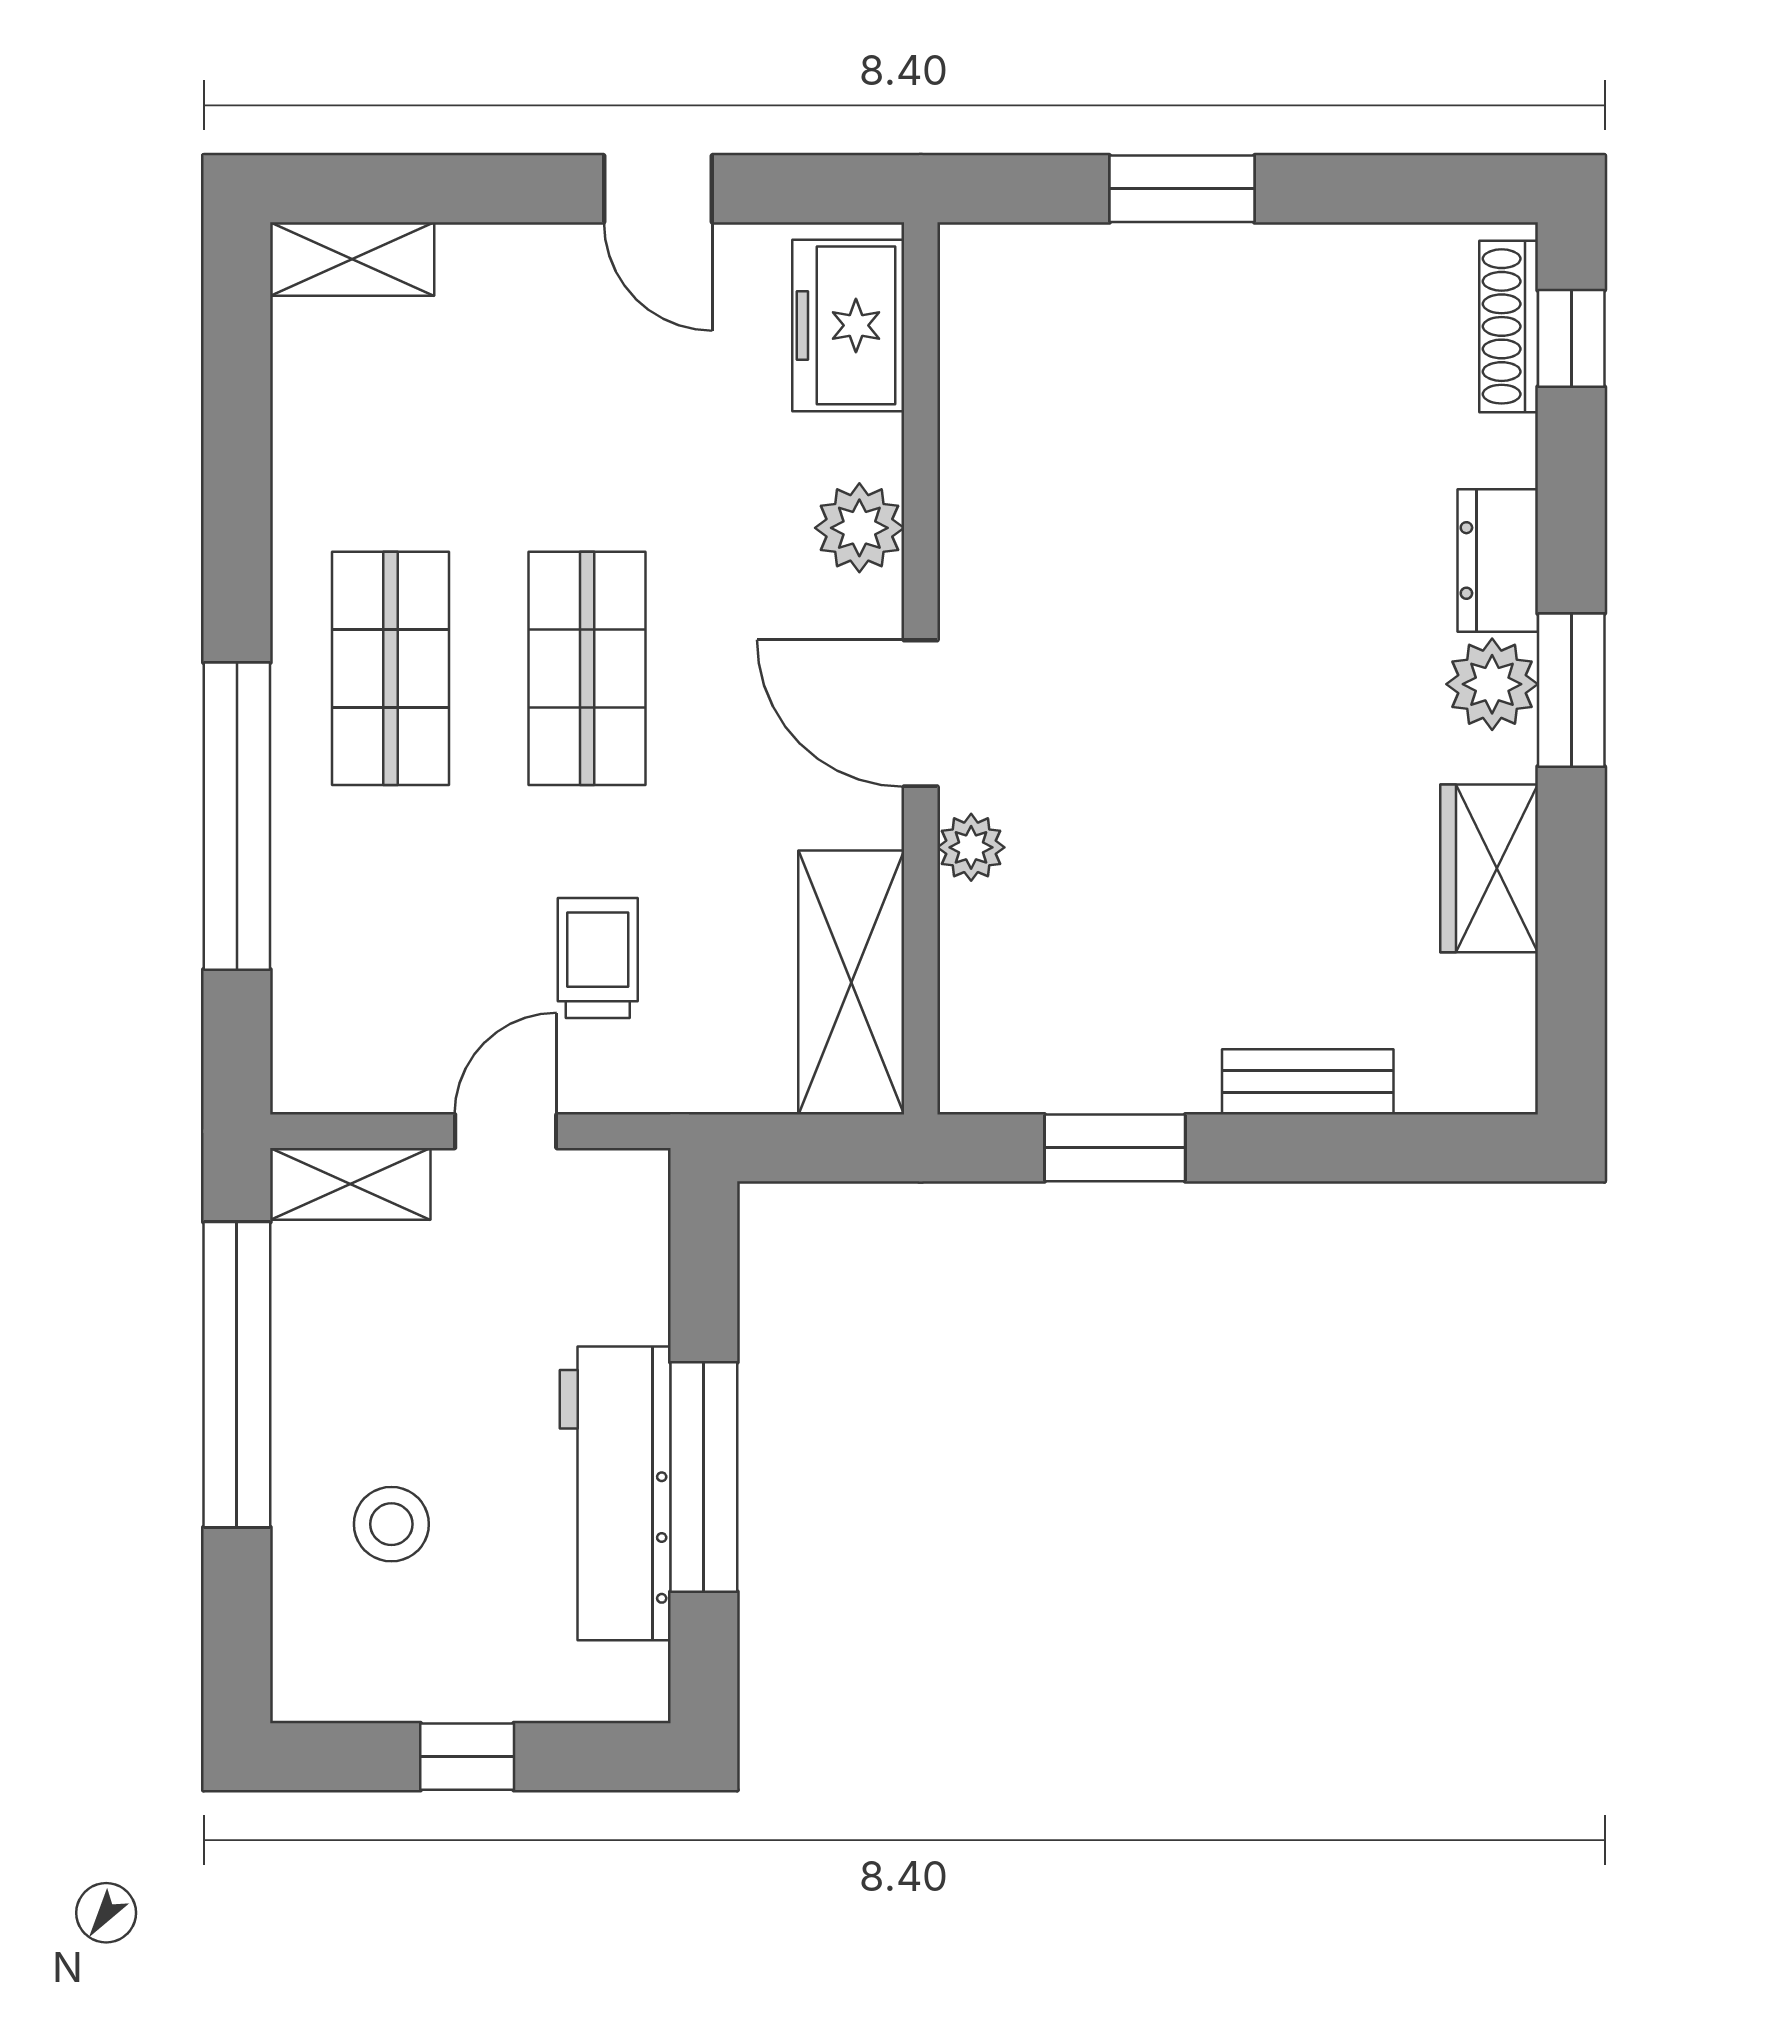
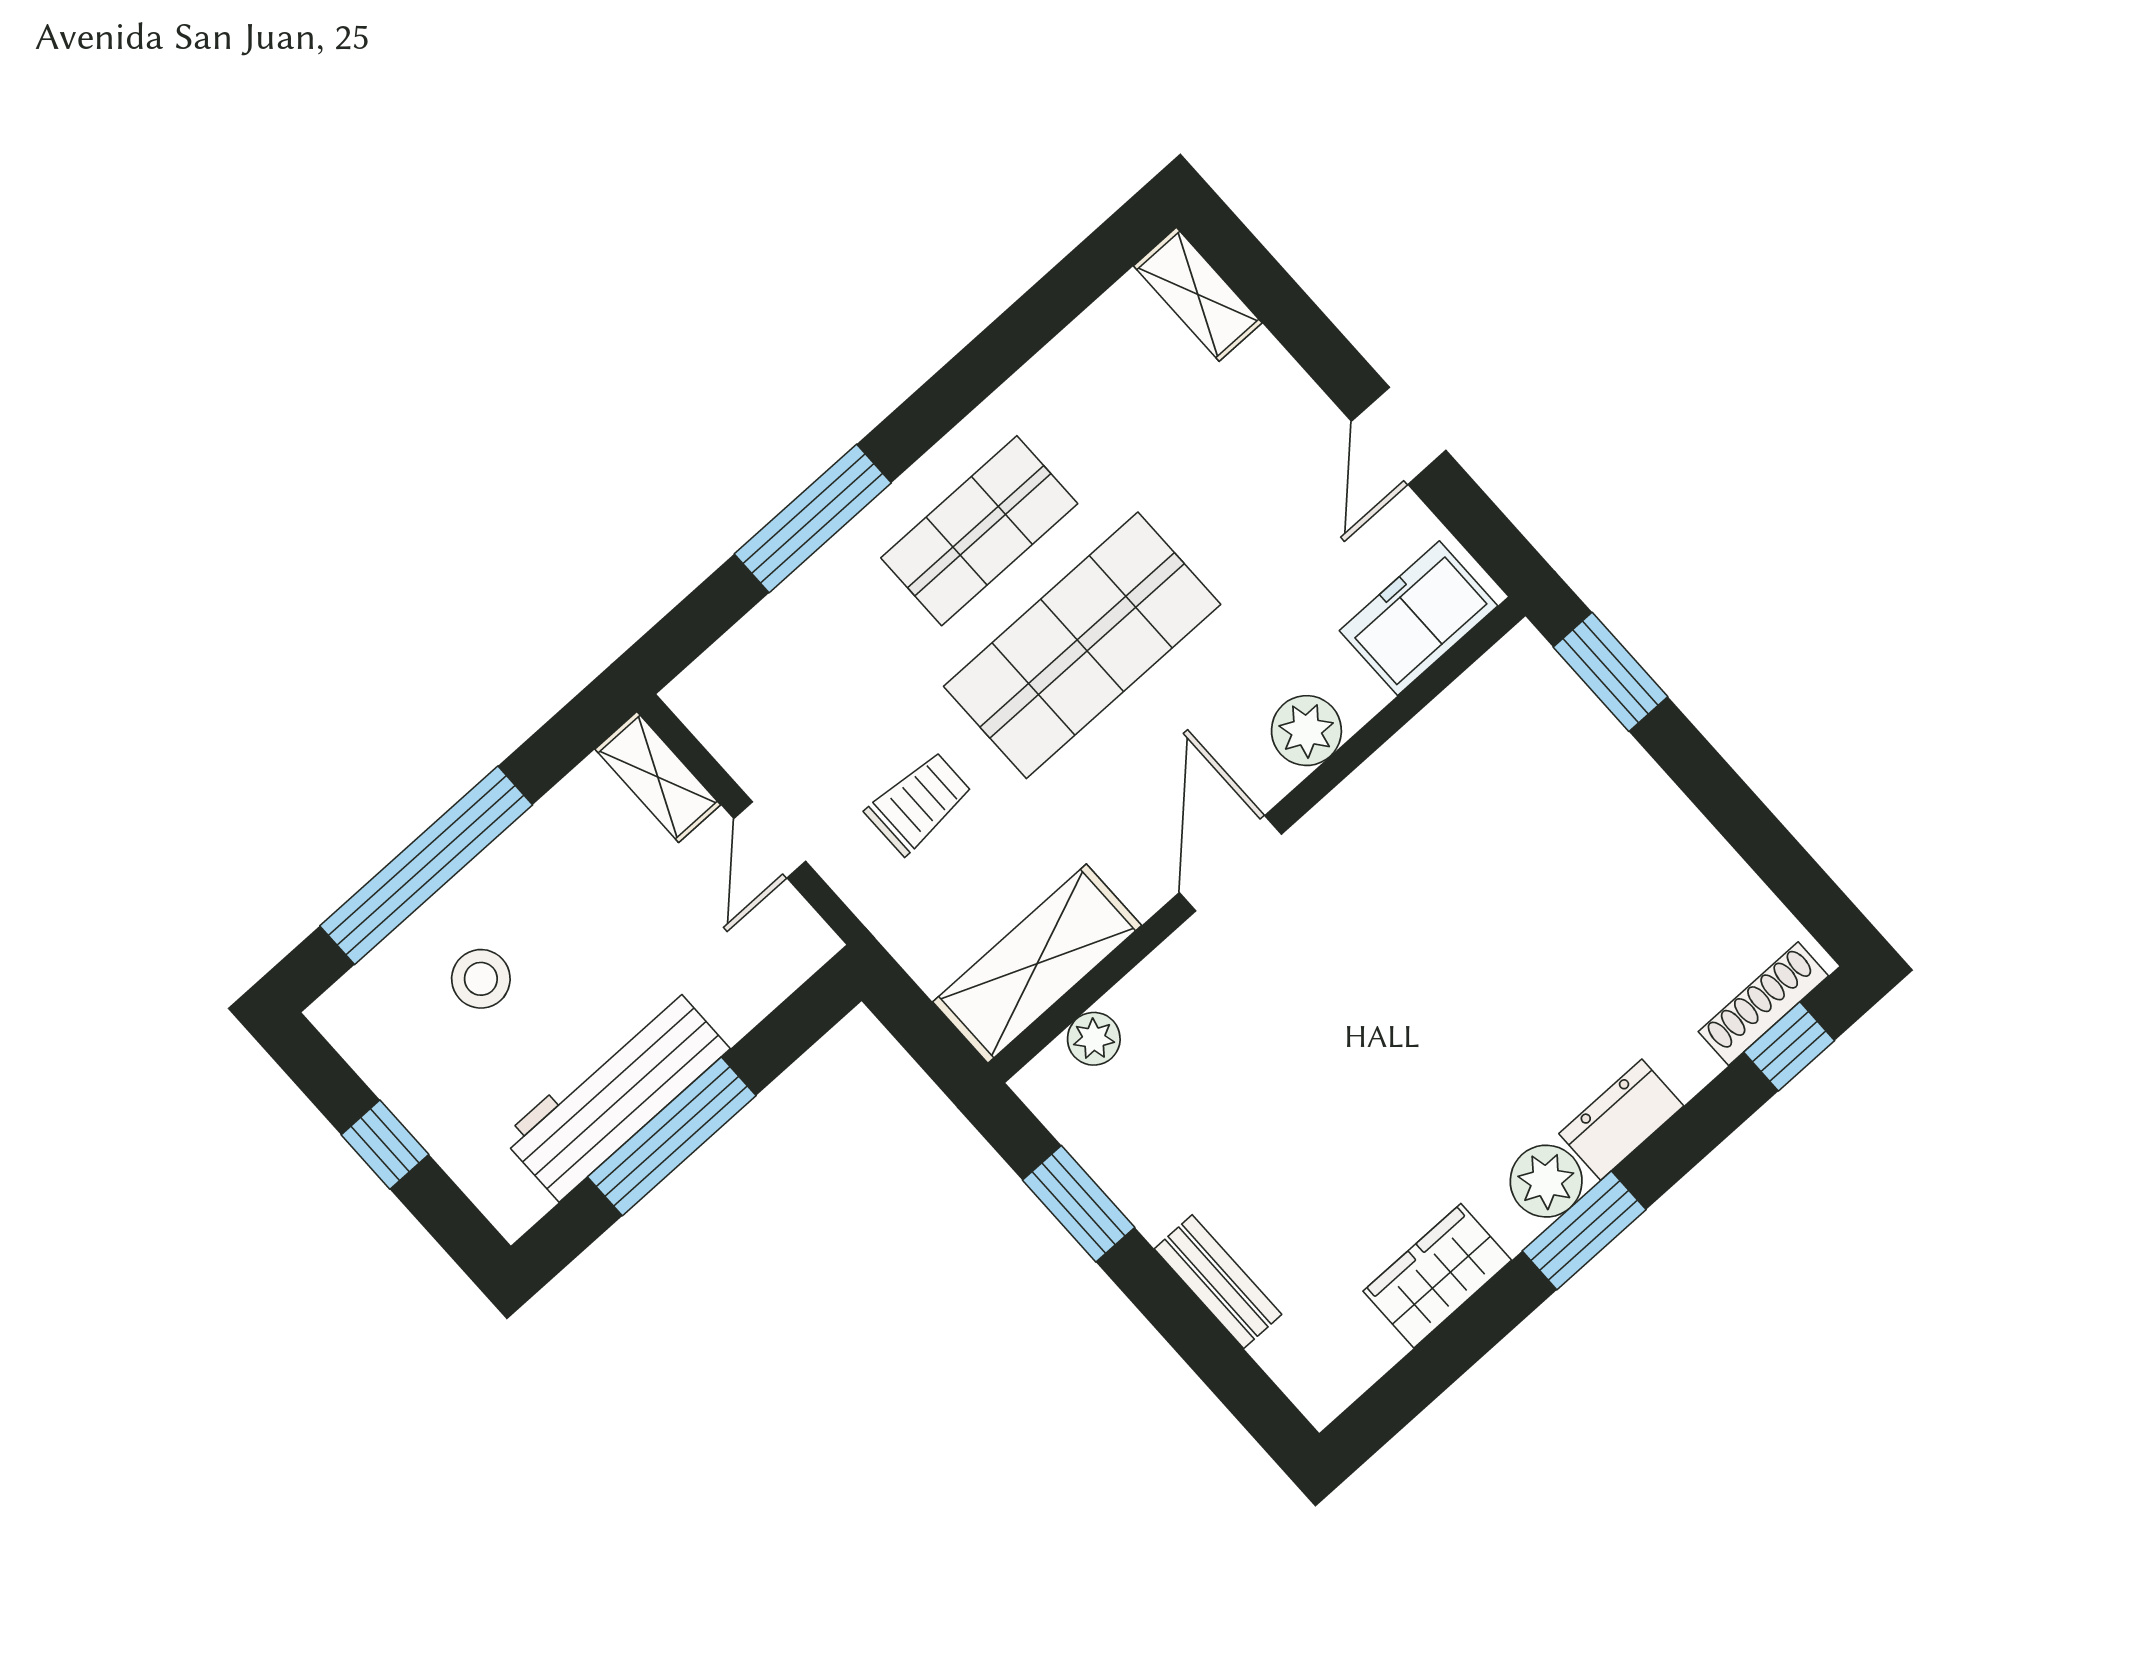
window: (1182, 189) -> (1610, 672), moved
shop shelf: (587, 668) -> (1082, 645), width x1.43, depth x1.36
window: (237, 816) -> (813, 518), width x0.68
plant: (971, 847) -> (1094, 1039), moved
door: (506, 1131) -> (770, 840), swing flipped
window: (237, 1375) -> (426, 865), moved

